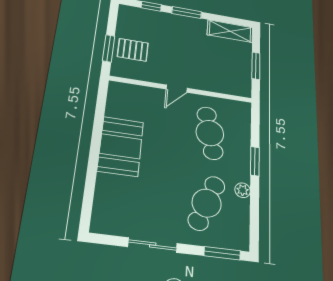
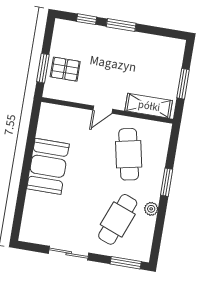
shelving: (230, 31) -> (149, 106), moved

